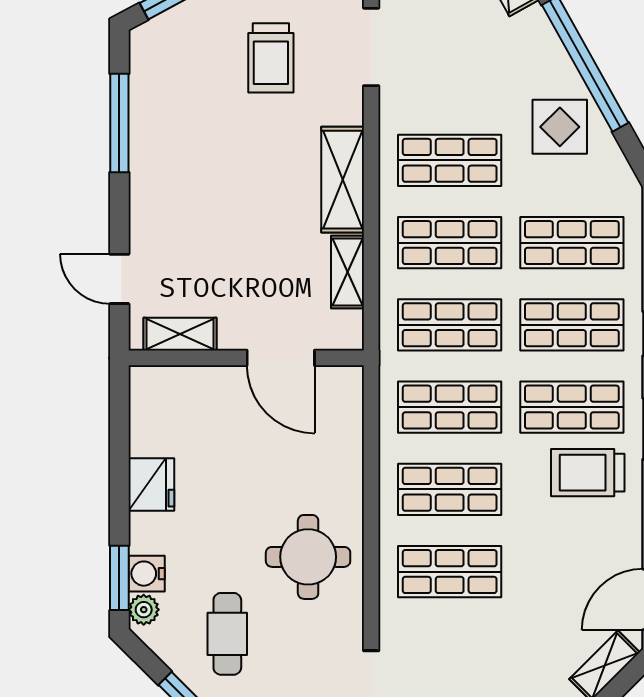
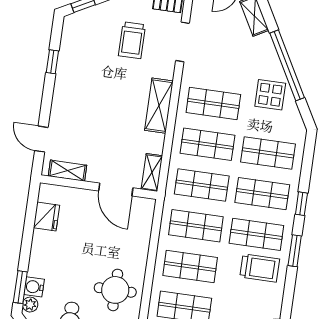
window: (119, 123) -> (52, 62), width x0.46
shelving: (347, 272) -> (152, 173), moved
trolley: (588, 473) -> (260, 268), turned 180
fridge: (151, 484) -> (46, 217), moved

